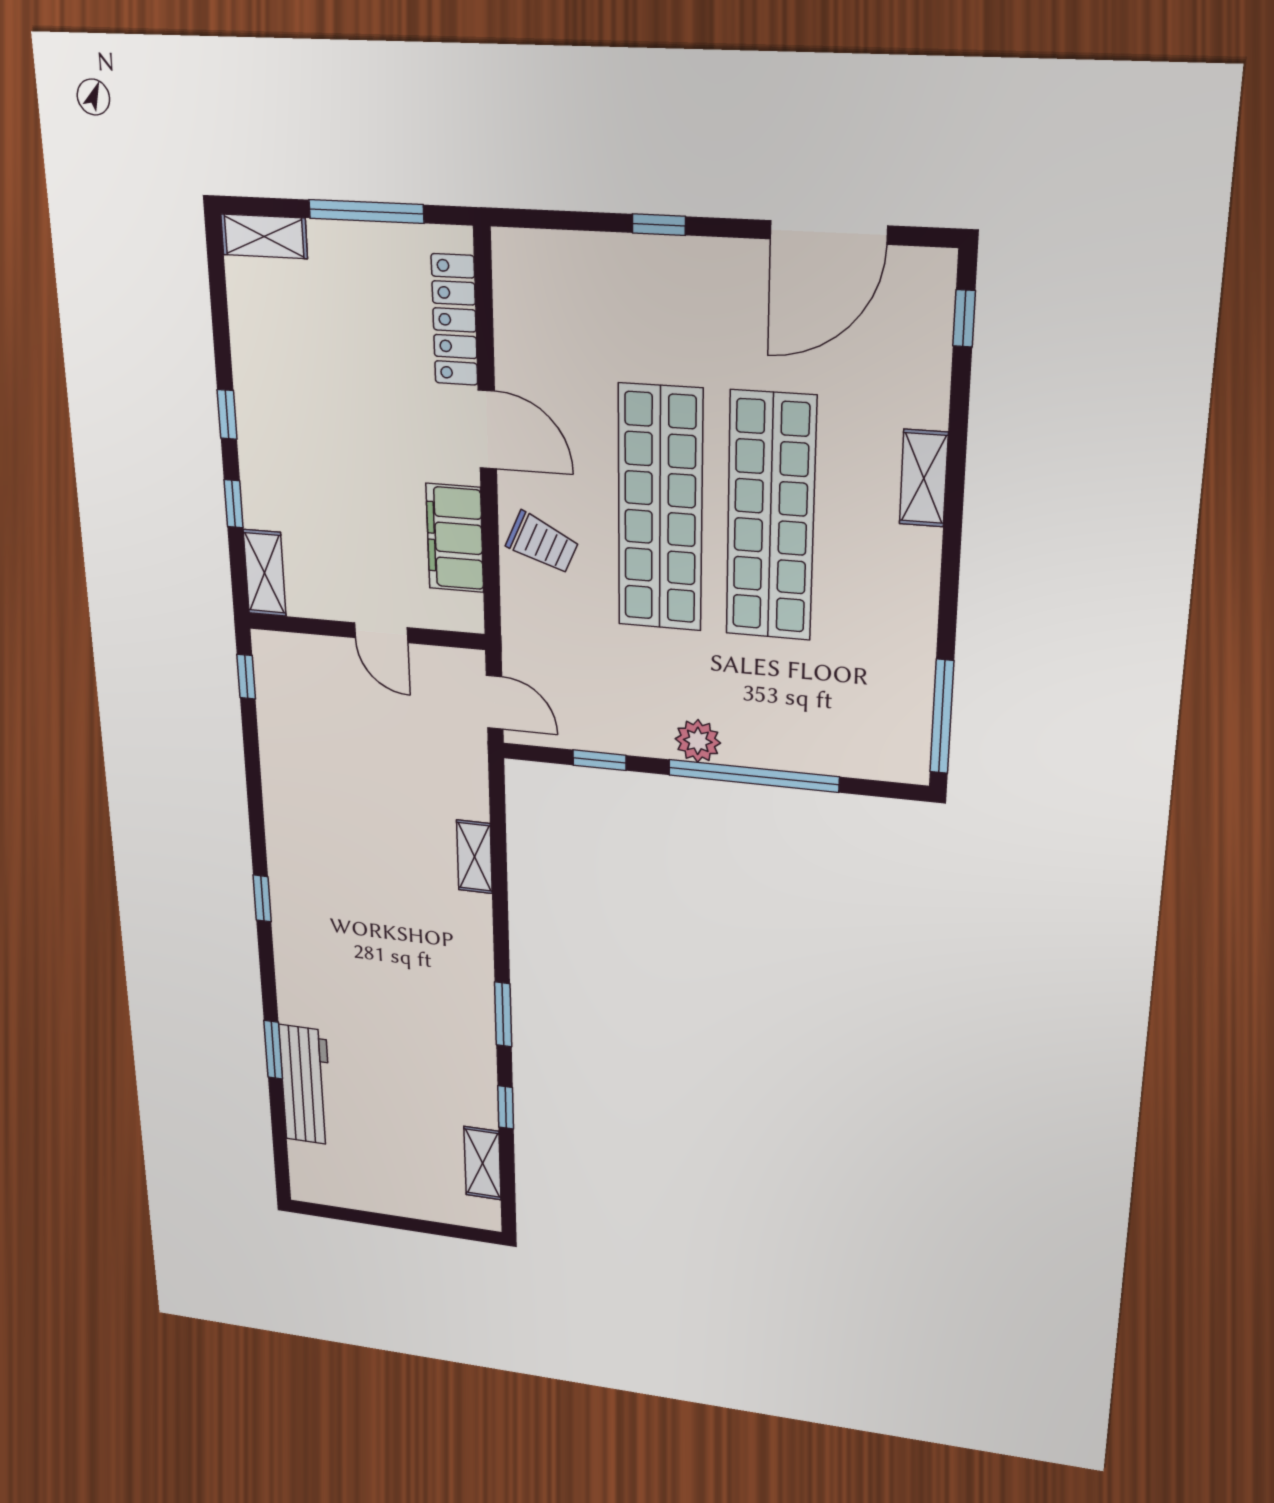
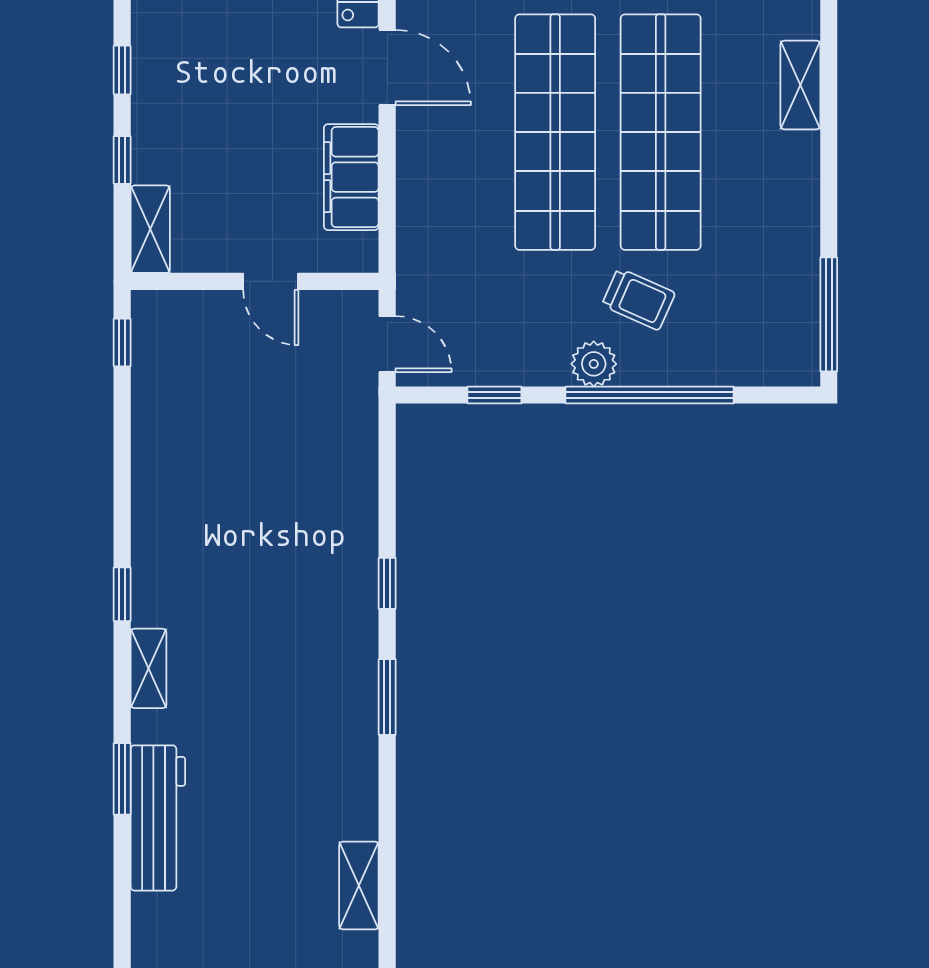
trolley: (542, 543) -> (638, 299), moved
shelving: (474, 857) -> (148, 668), moved
window: (506, 1107) -> (387, 583), moved

